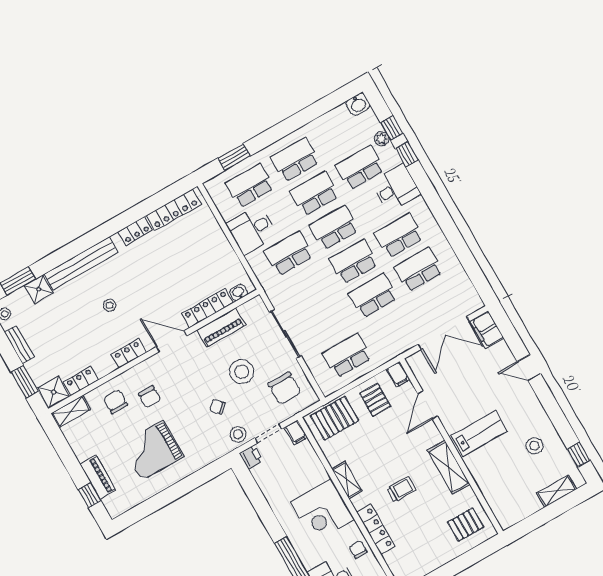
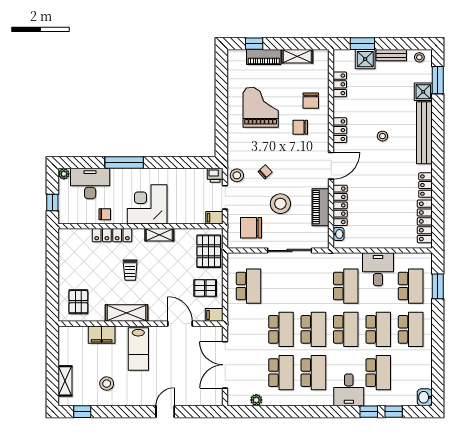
plant: (381, 139) -> (256, 400), moved
filing cabinet: (487, 330) -> (102, 335), moved, turned 180
shower: (54, 392) -> (365, 59), moved
chair: (115, 402) -> (311, 101), turned 90
shelving: (71, 412) -> (297, 56), moved, turned 90

